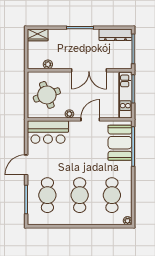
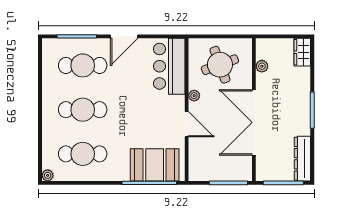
double door: (89, 70) -> (254, 122), width x1.36
kitchen unit: (125, 95) -> (220, 172), removed
door: (26, 165) -> (124, 36), swing flipped

